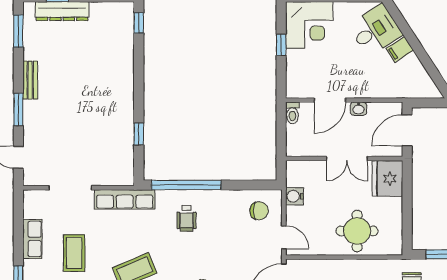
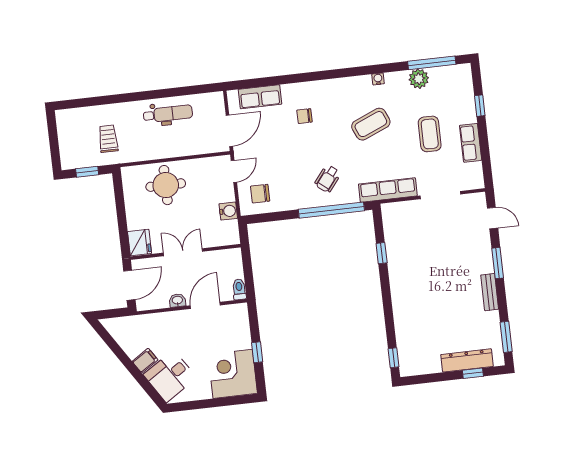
fridge: (388, 179) -> (140, 243), width x0.73, depth x0.75
wheelchair: (186, 218) -> (328, 179), turned -142
door: (284, 237) -> (234, 171), swing flipped

